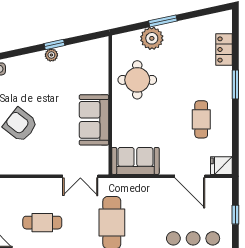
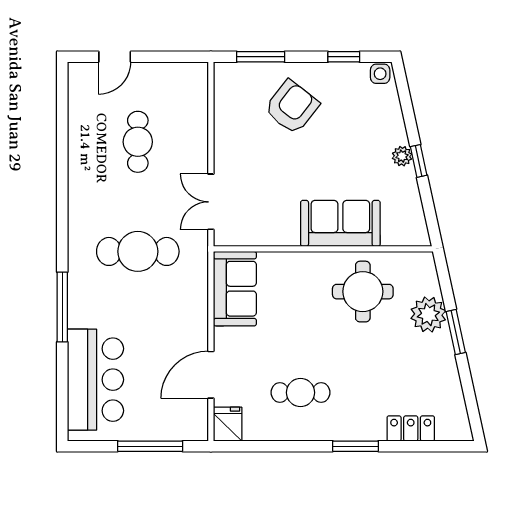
sofa: (94, 120) -> (340, 223), moved
window: (235, 215) -> (150, 446), width x2.17

